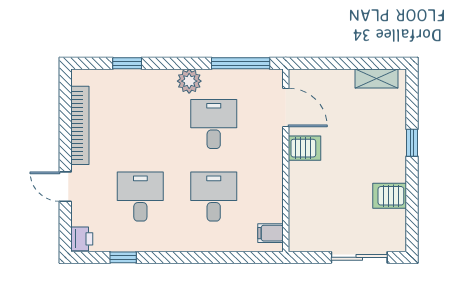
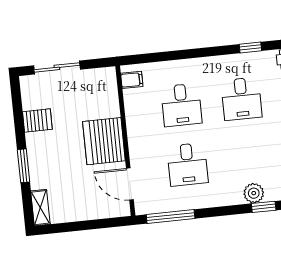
shelving: (376, 78) -> (40, 208), moved, turned 90
plant: (189, 81) -> (254, 193), moved
window: (412, 143) -> (23, 166), width x1.50
server rack: (305, 148) -> (104, 141), width x2.18, depth x1.44

